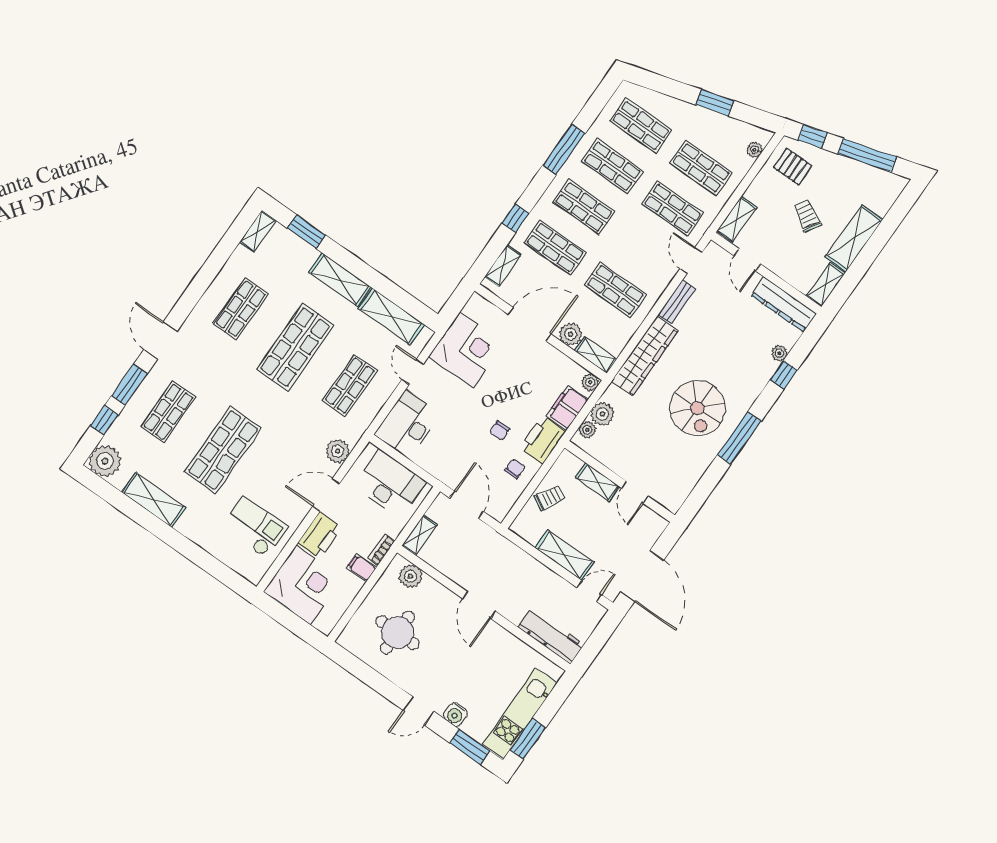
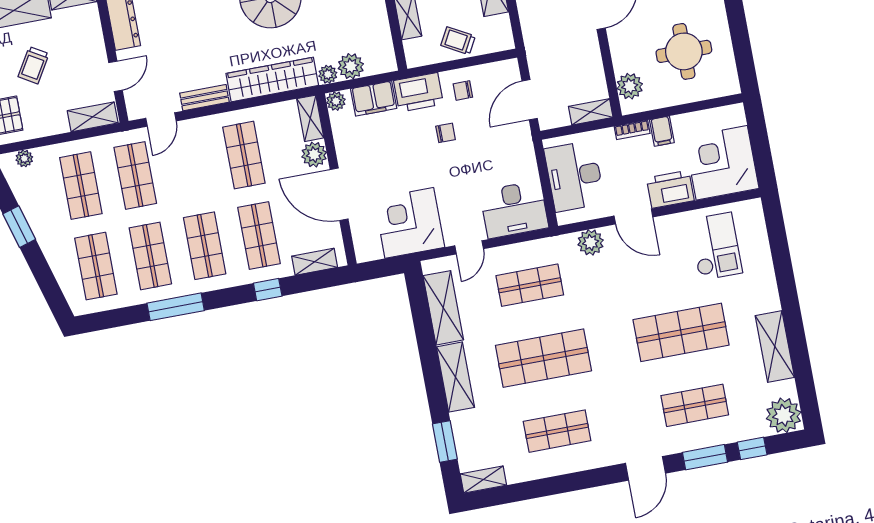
plant: (587, 430) -> (328, 74), moved
checkout: (255, 527) -> (716, 246), turned 180

